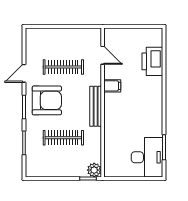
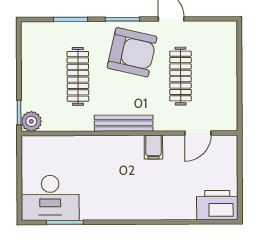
printer: (152, 61) -> (217, 205), moved
armchair: (47, 100) -> (132, 52), turned -77

